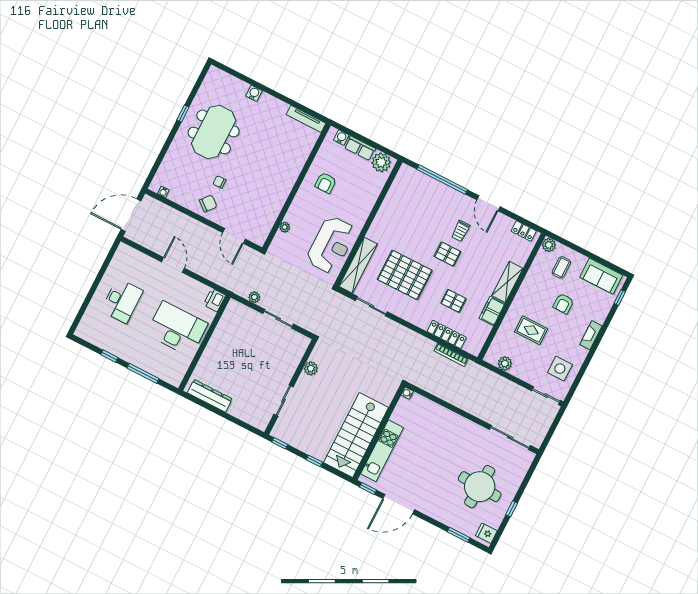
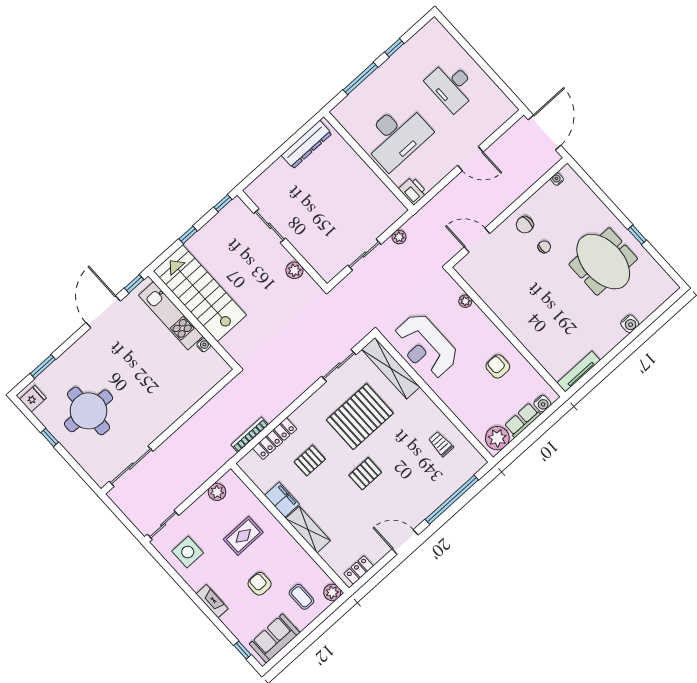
chair: (208, 203) -> (525, 225), turned 50
trolley: (461, 231) -> (441, 444), moved
water cooler: (407, 393) -> (204, 345), moved

